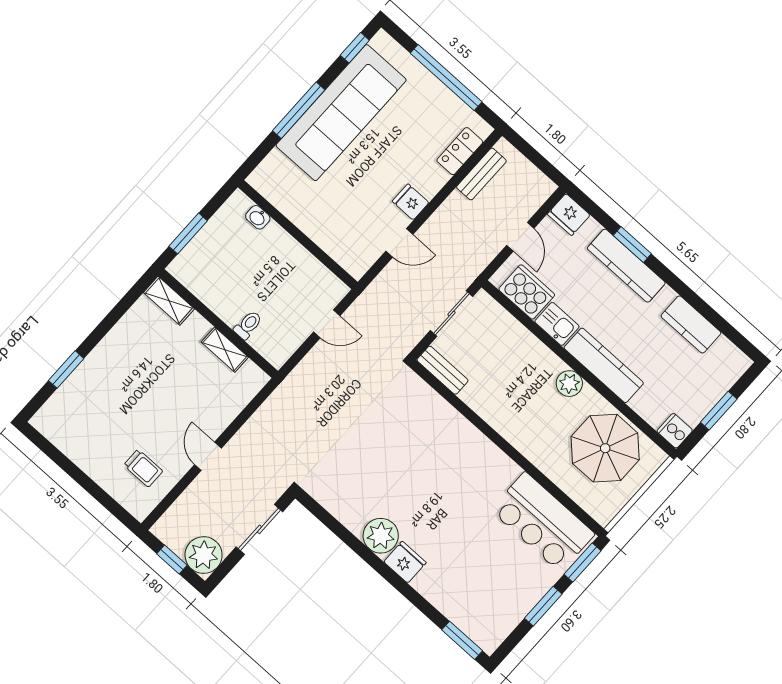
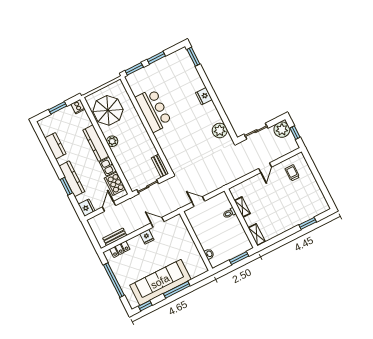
bar counter: (543, 522) -> (153, 110), moved
plant: (381, 536) -> (220, 130), moved

